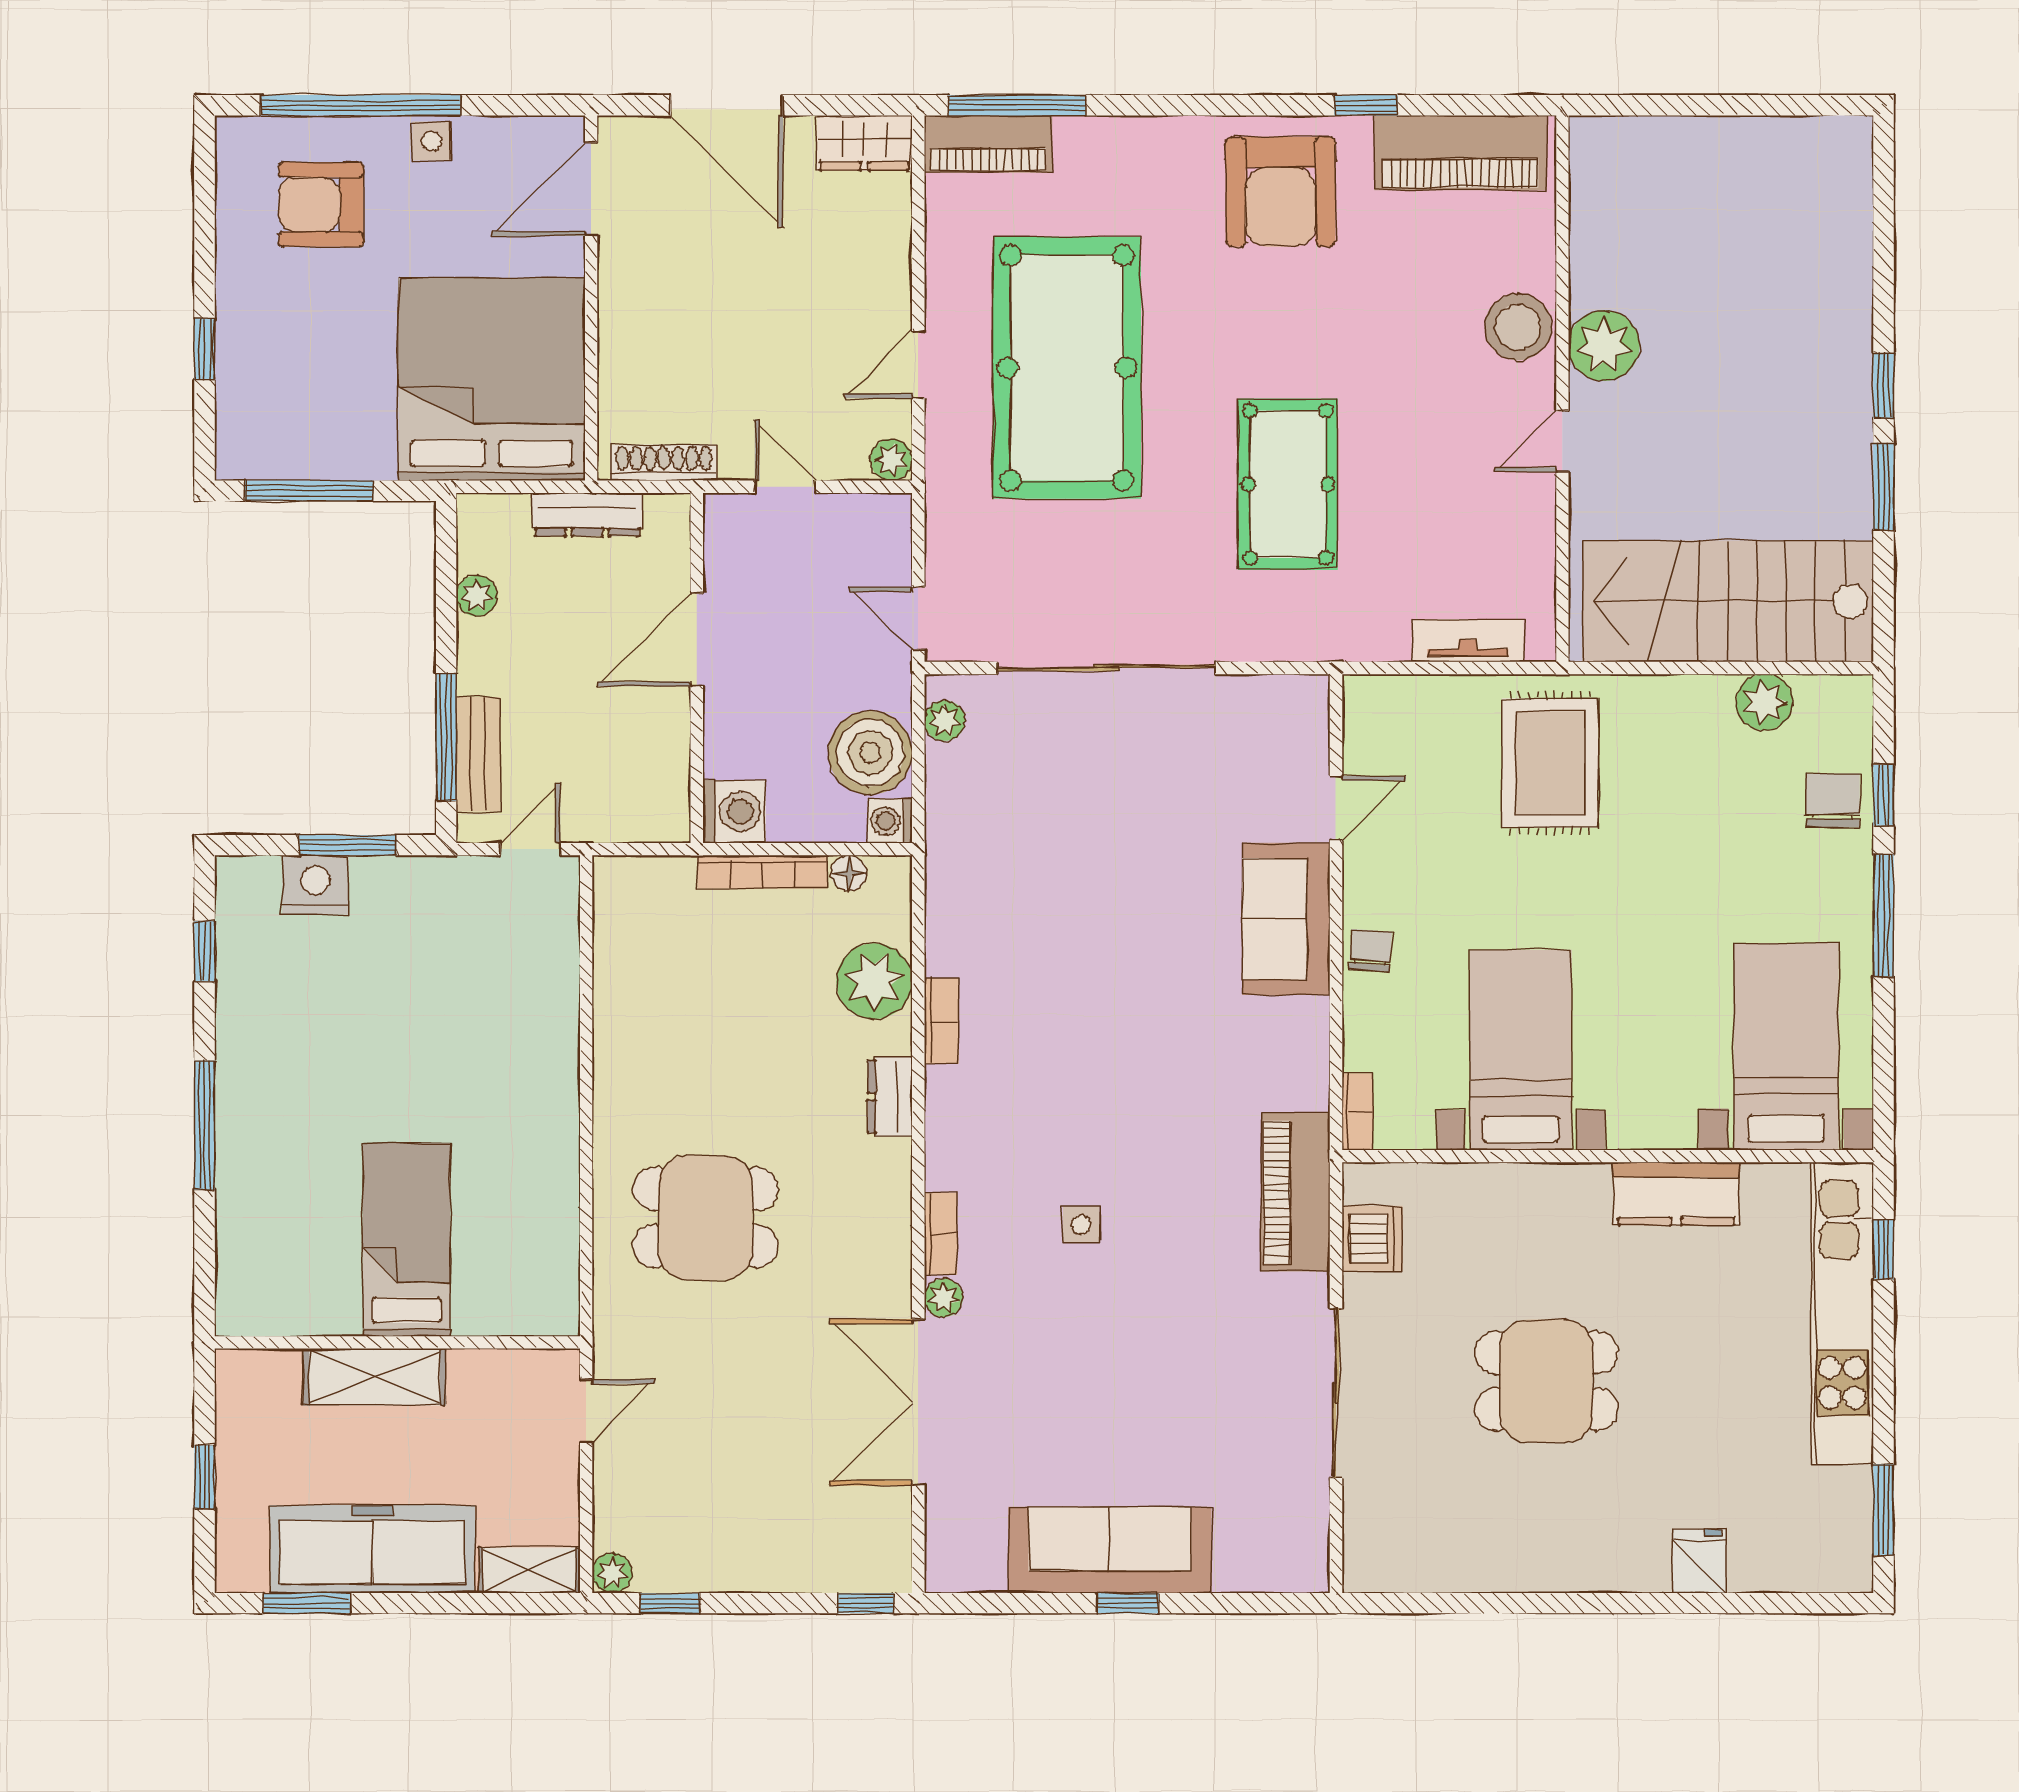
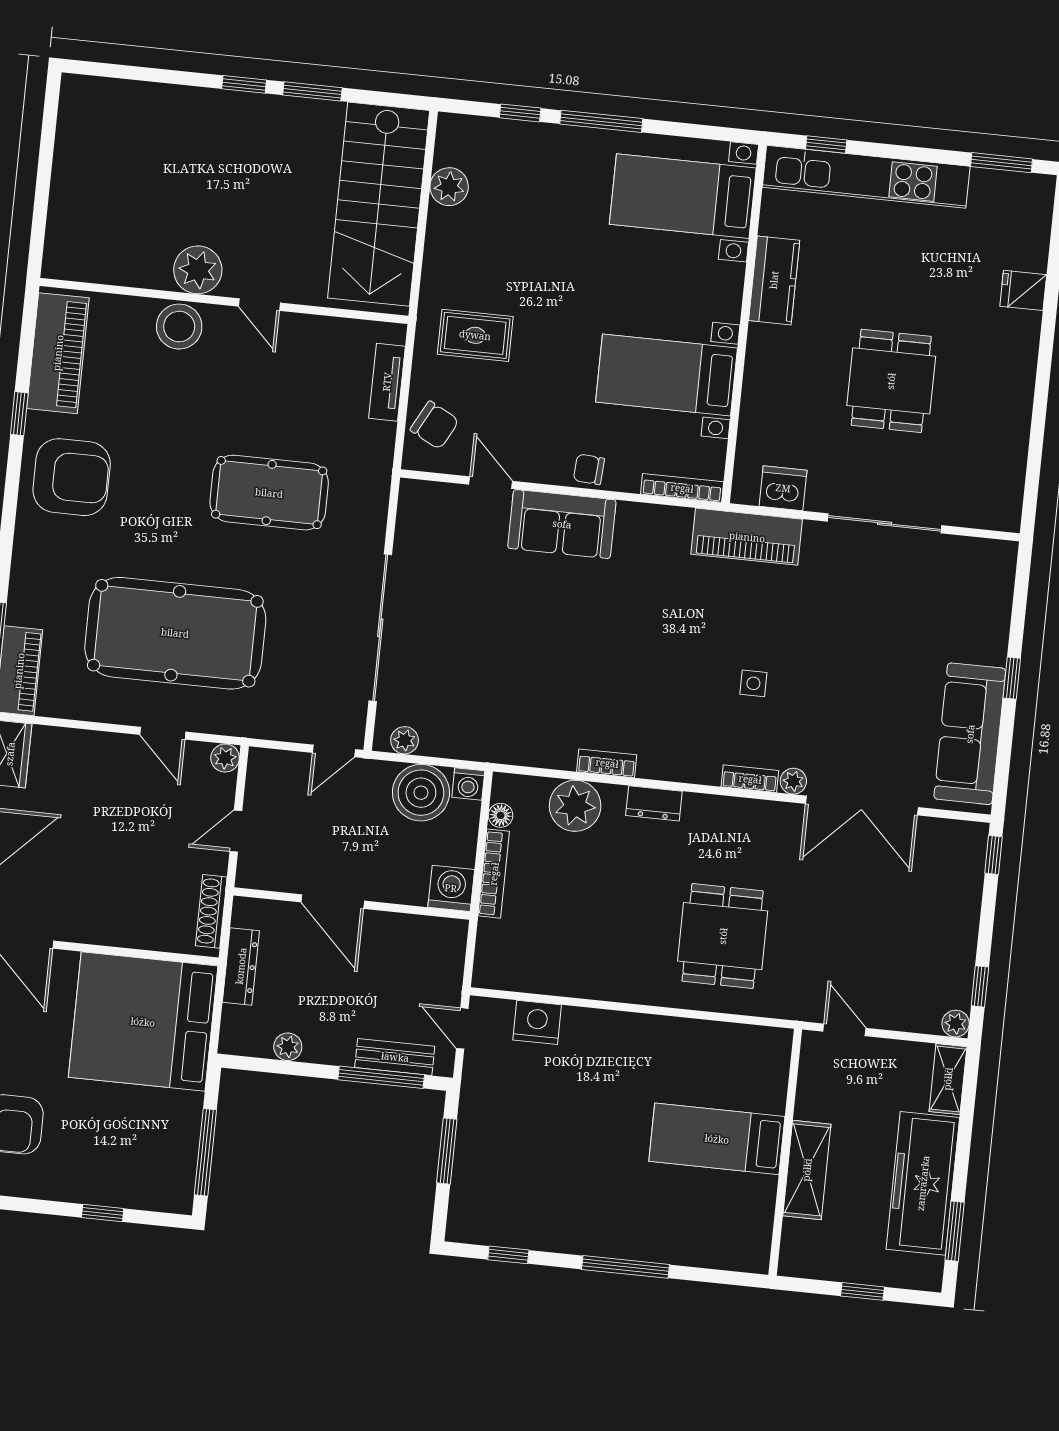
rug: (1550, 763) -> (475, 335), width x0.73, depth x0.70
chair: (1833, 800) -> (435, 425), moved, turned -152
nightstand: (315, 885) -> (537, 1022), moved, turned 90
bookcase: (1357, 1112) -> (682, 488), width x1.56
sofa: (1110, 1550) -> (970, 734), moved

